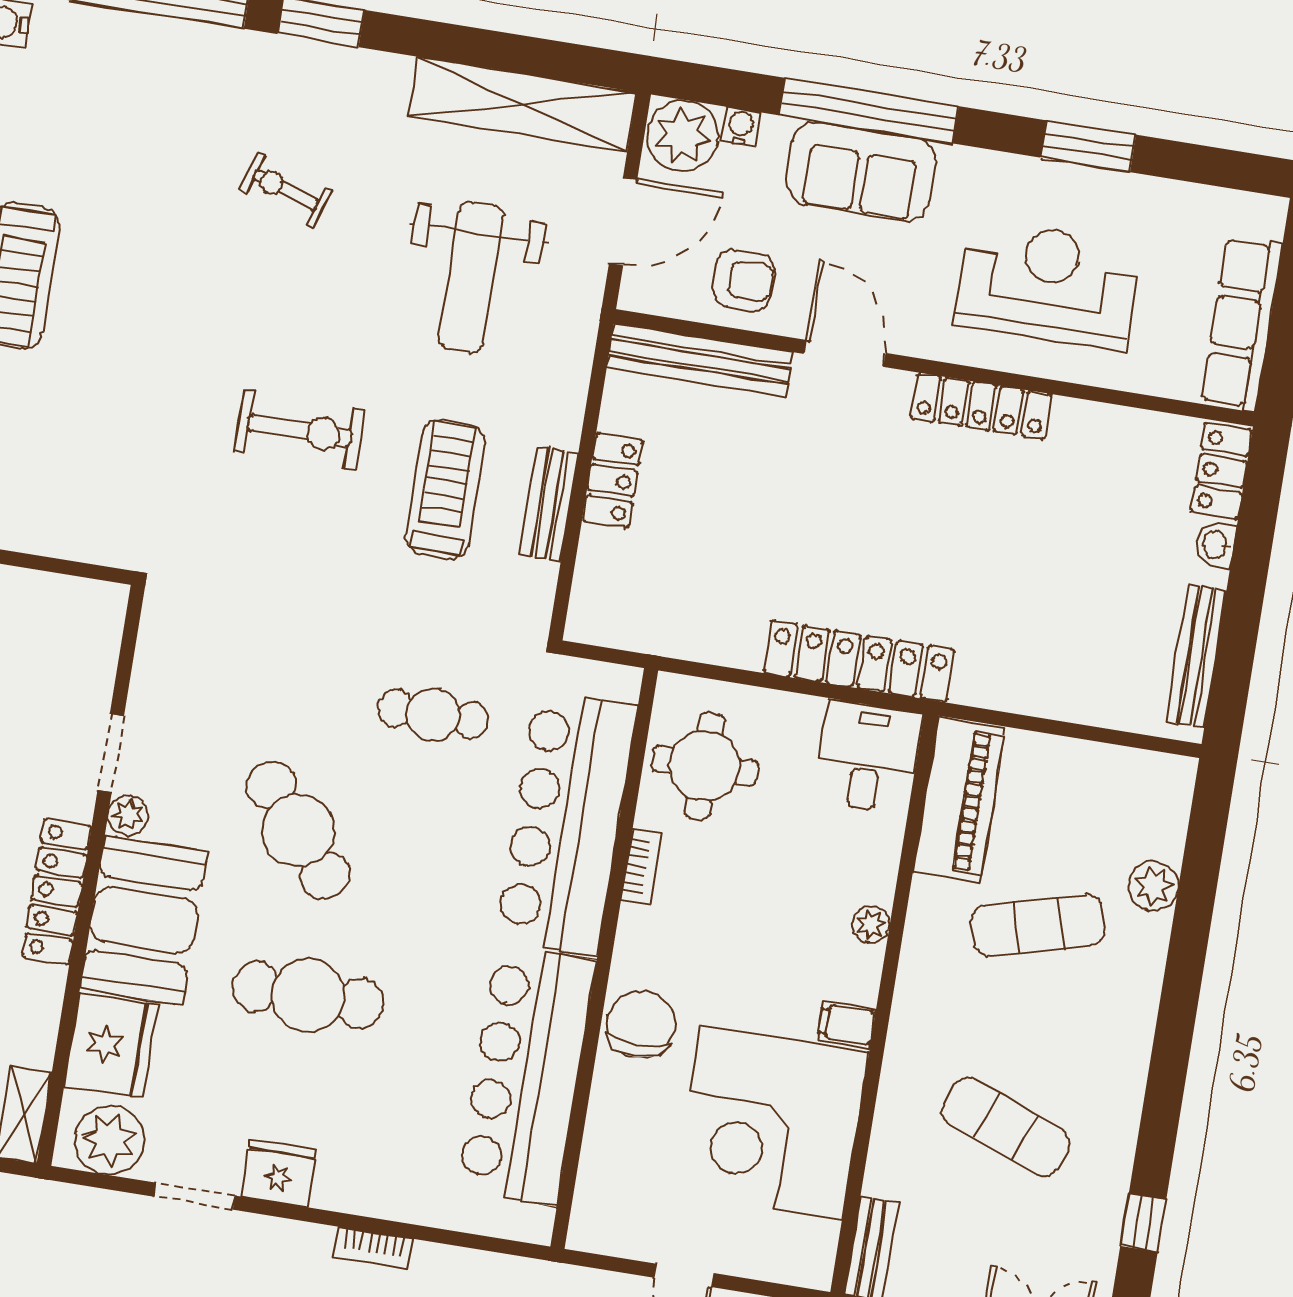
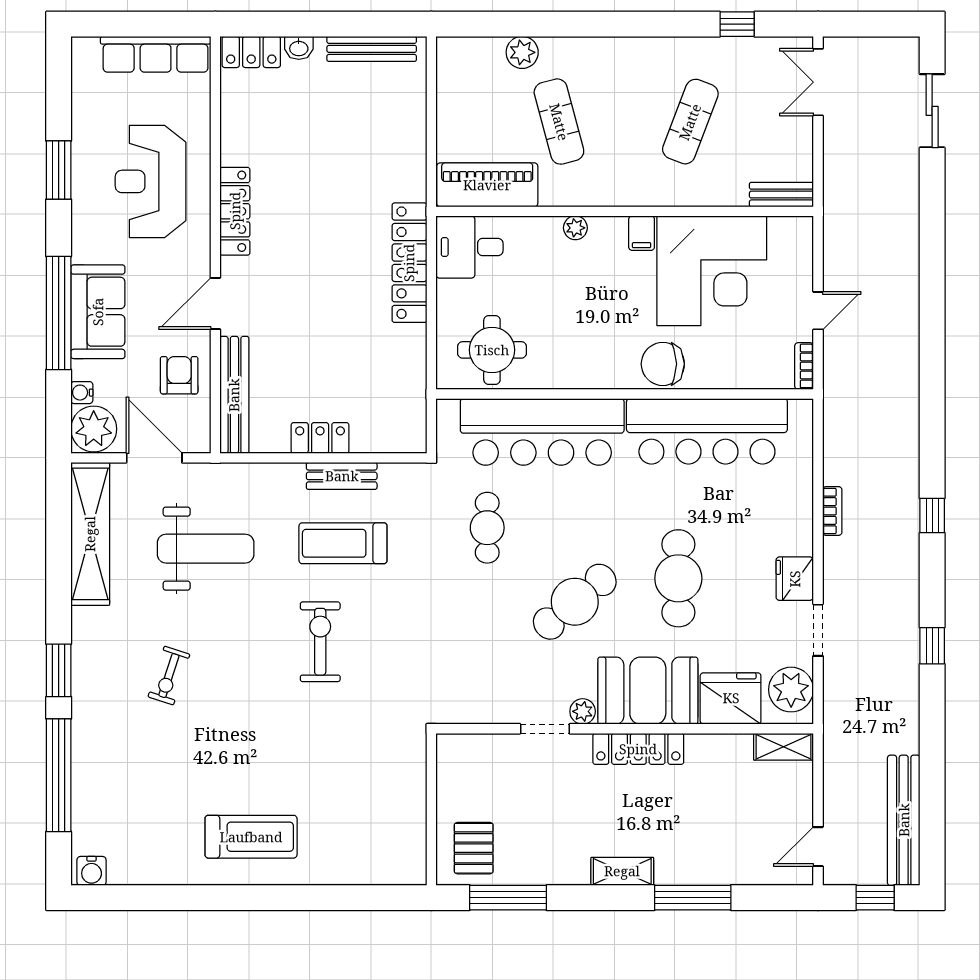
bookcase: (641, 866) -> (804, 366), moved, turned -90

